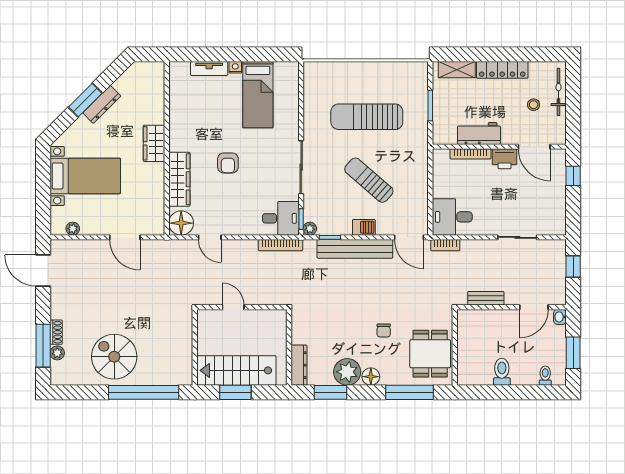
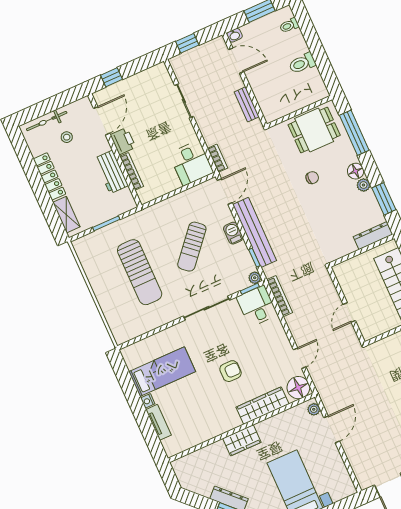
plant: (73, 229) -> (314, 409), moved
plant: (347, 372) -> (363, 185), width x0.53, depth x0.53

